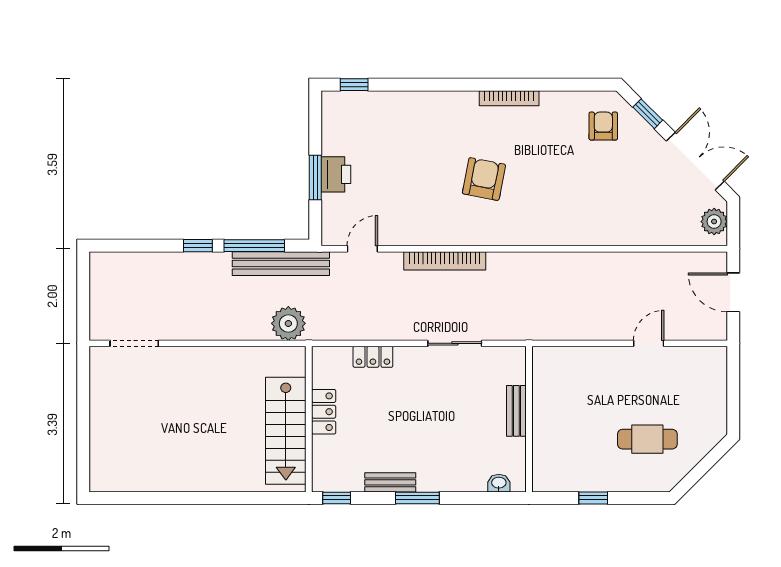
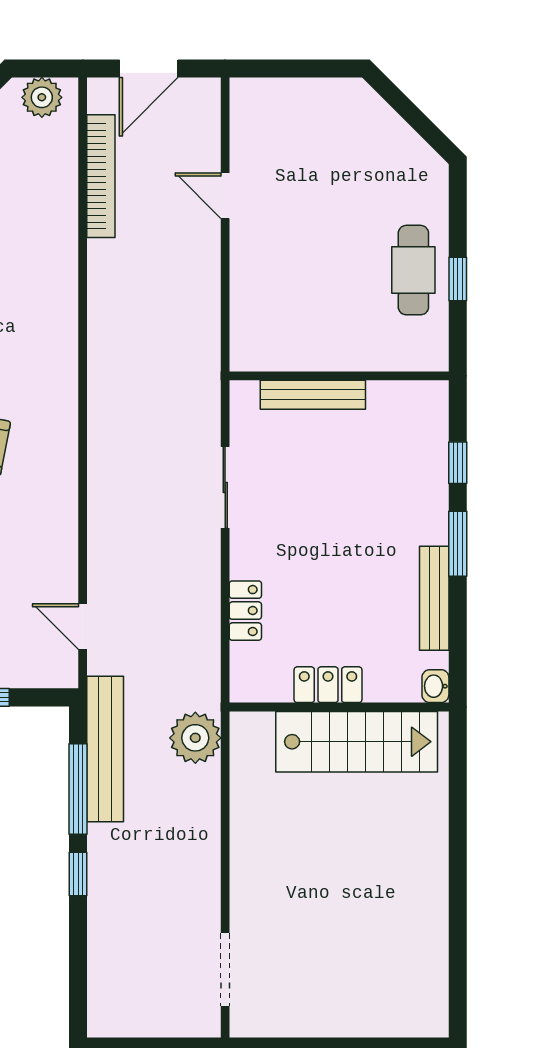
bookcase: (445, 261) -> (101, 176), moved
bench: (516, 411) -> (313, 395), width x1.36
cafe table: (647, 439) -> (413, 270), moved
bench: (390, 482) -> (434, 598), width x1.36
washbasin: (499, 483) -> (435, 686), moved
window: (337, 498) -> (458, 463), moved

